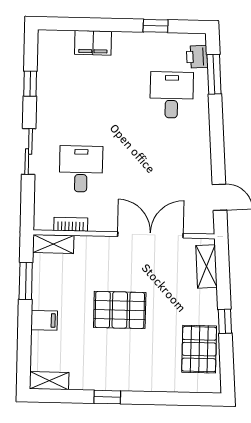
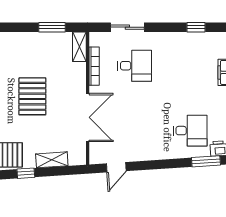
sliding door: (29, 152) -> (127, 27), moved
bookcase: (71, 224) -> (94, 66), width x1.56
shelving: (206, 266) -> (52, 160), moved
filing cabinet: (44, 320) -> (24, 41), removed

